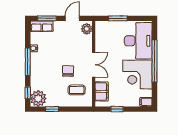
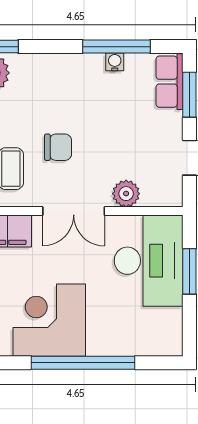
plant: (87, 29) -> (126, 194), moved
desk: (138, 41) -> (149, 261), moved, turned -90
window: (28, 62) -> (116, 47), moved

